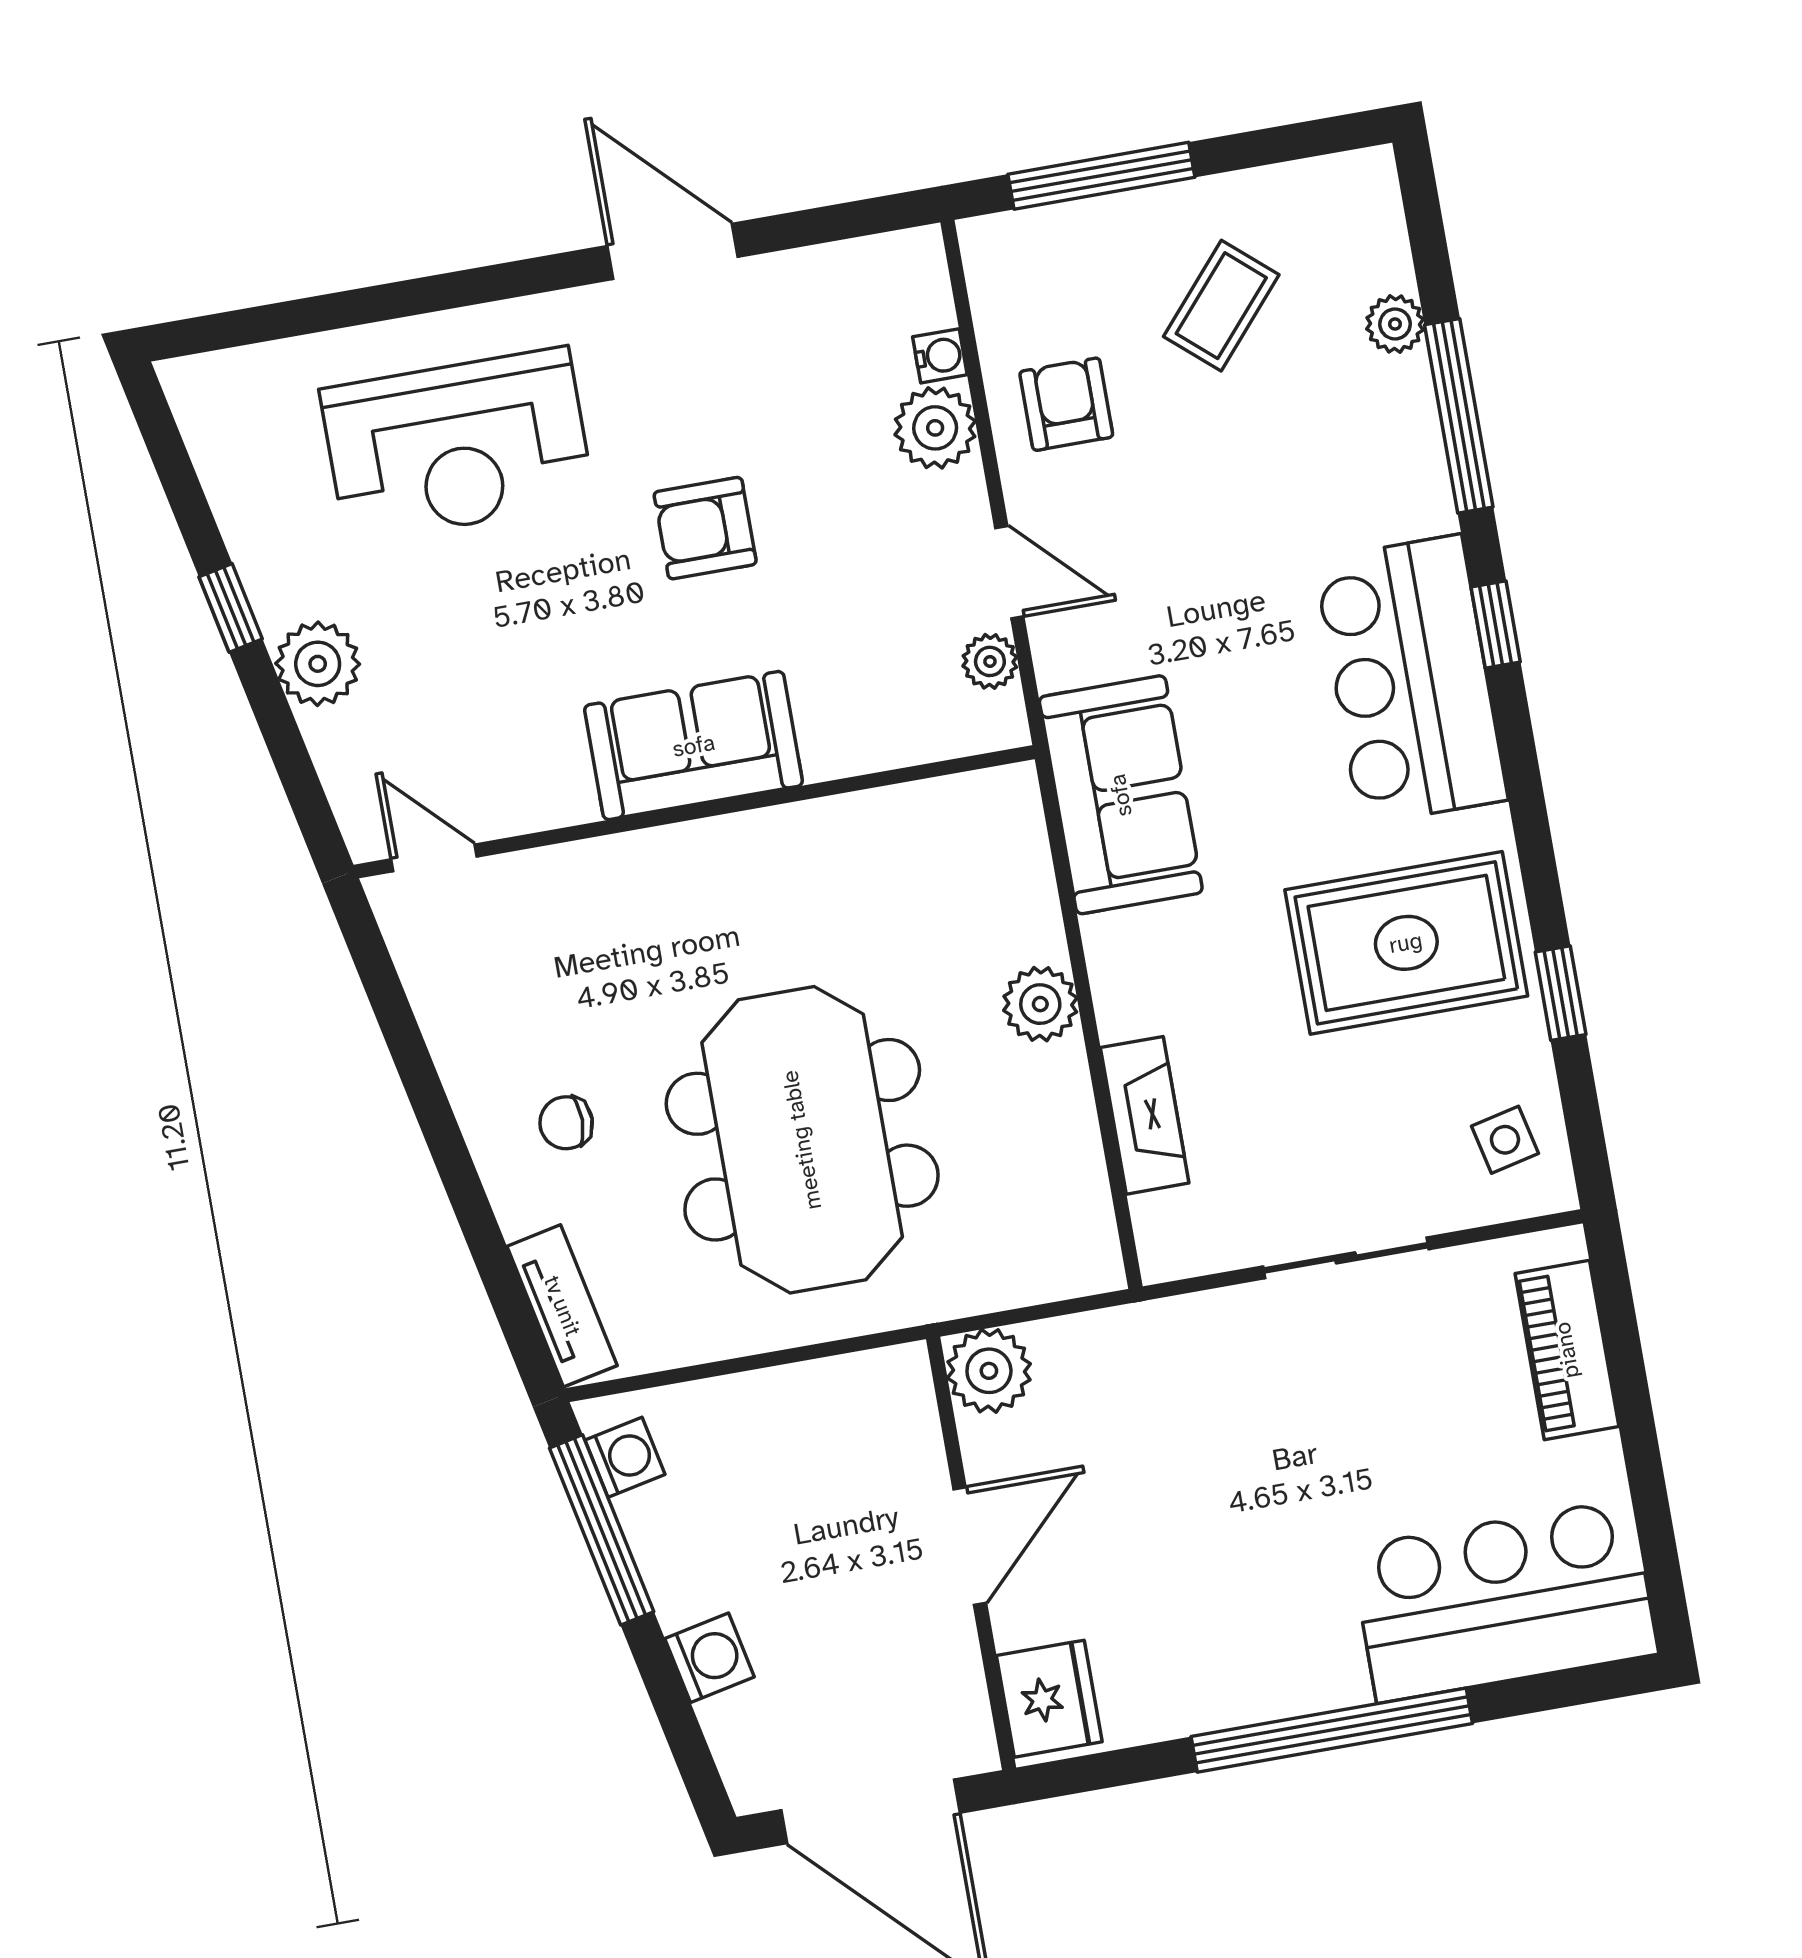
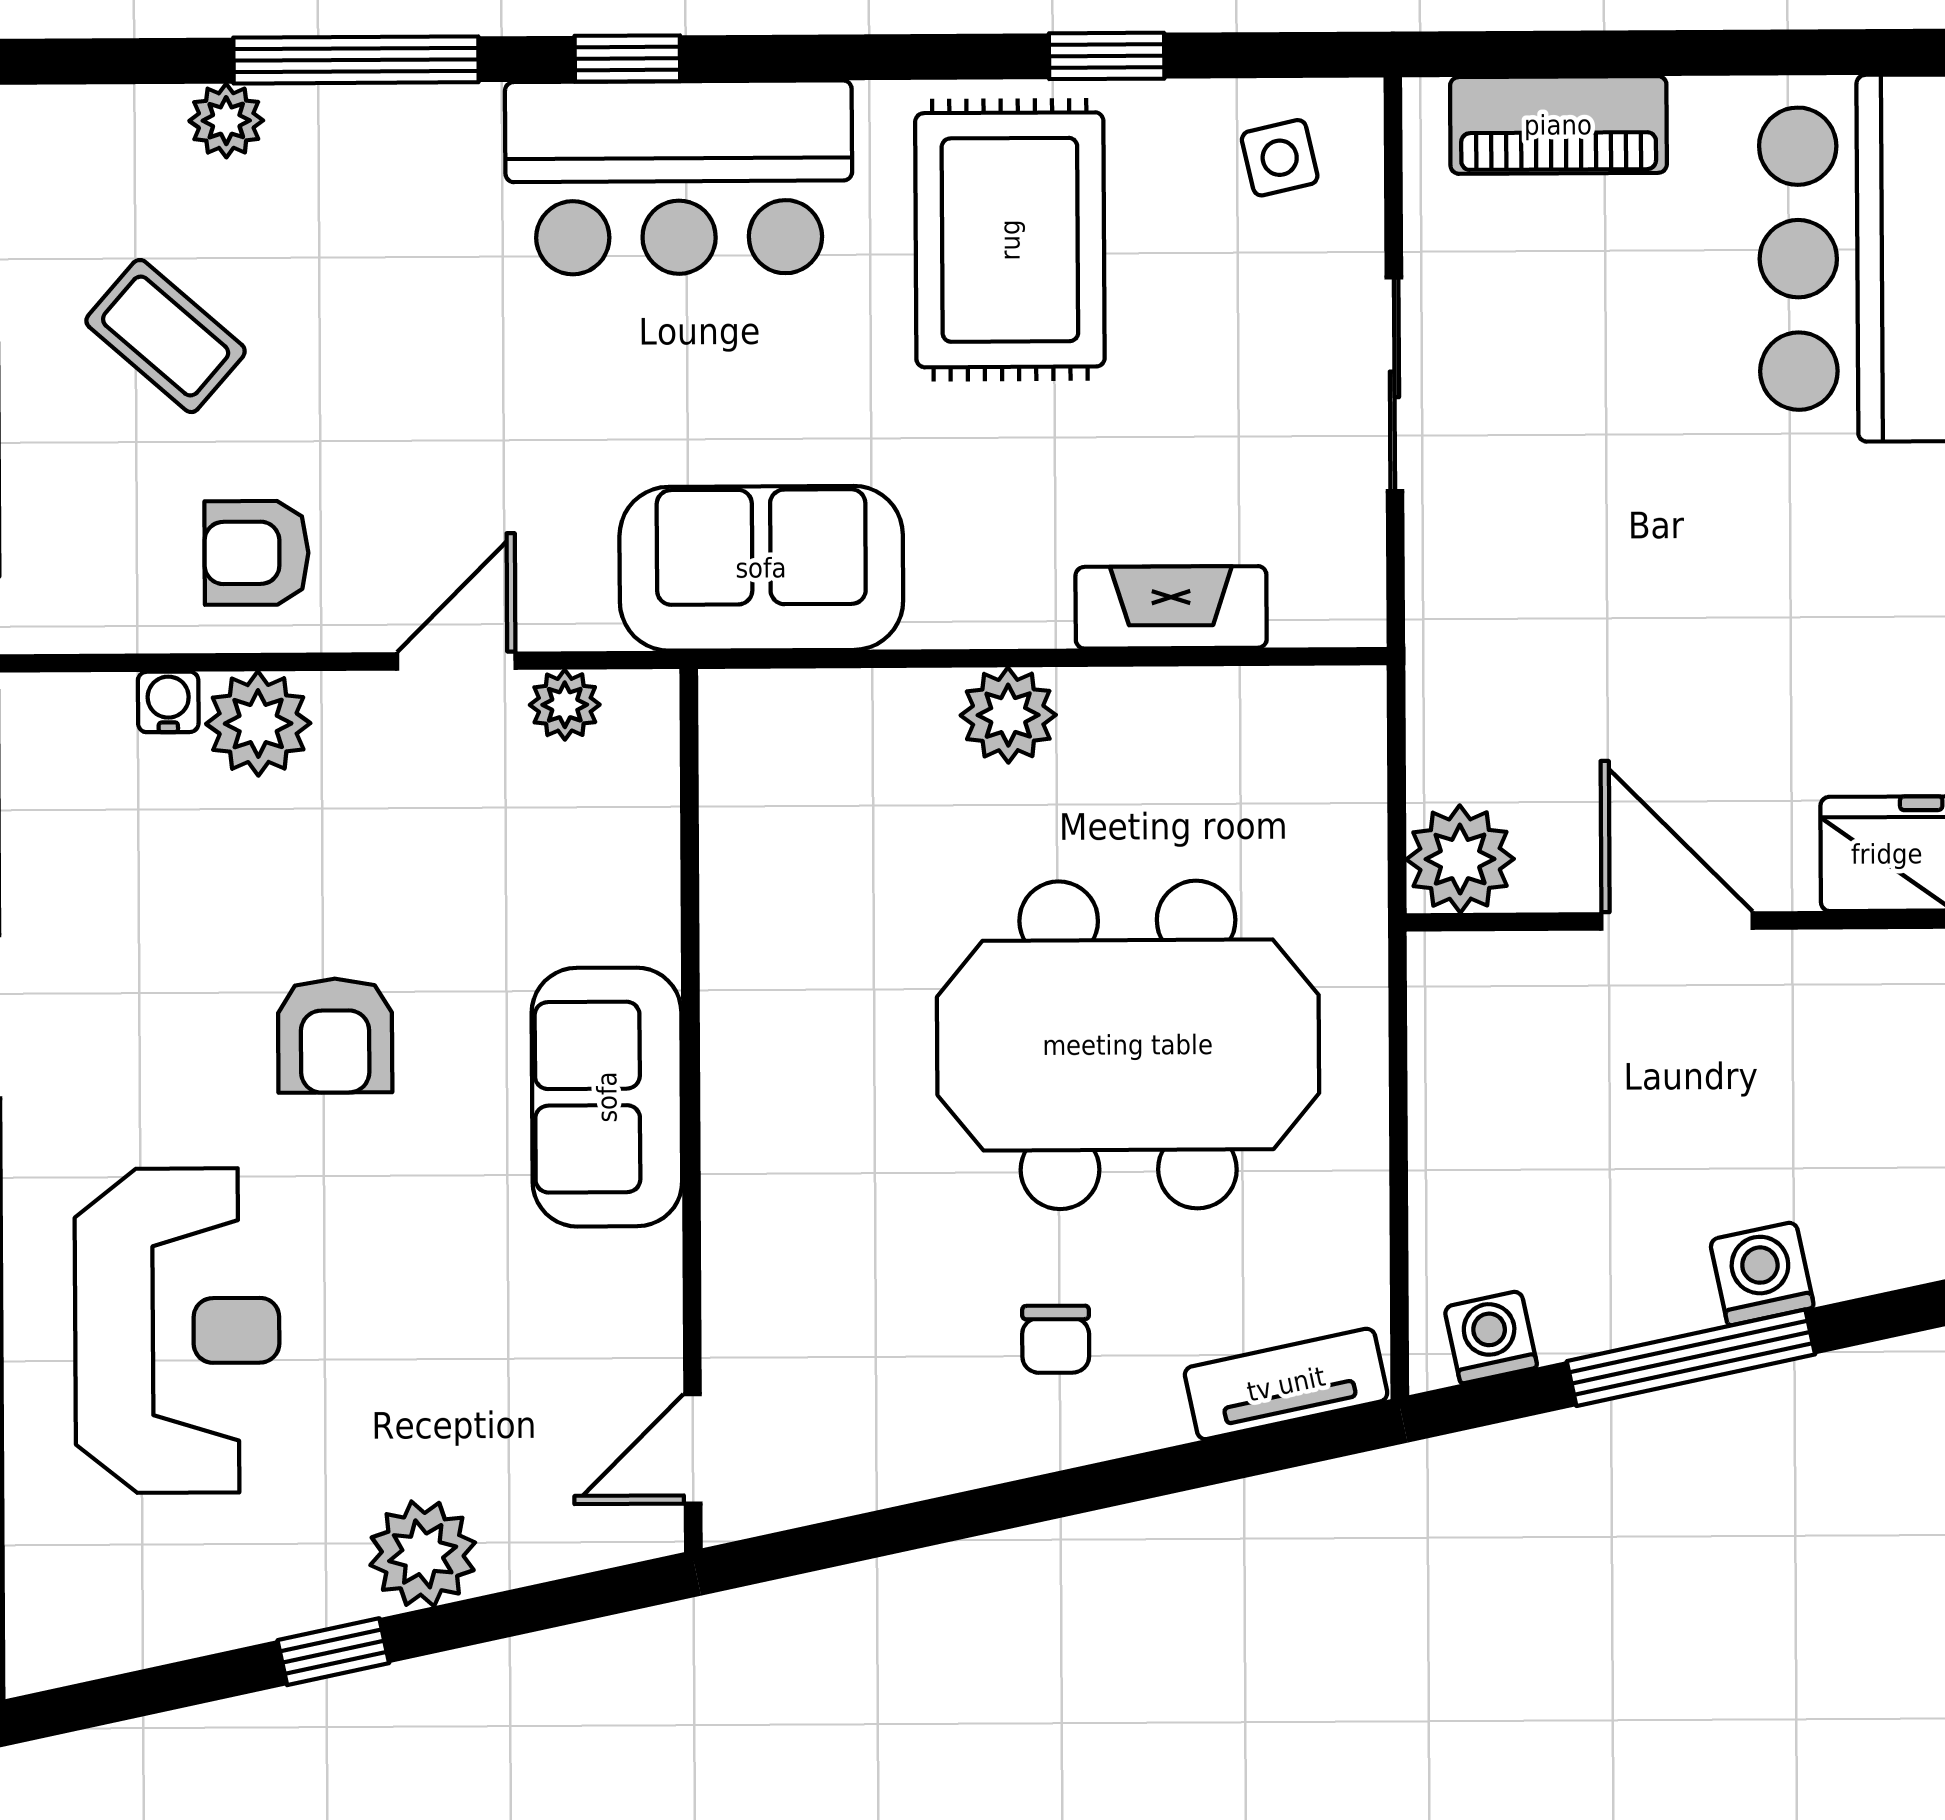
window: (602, 1530) -> (1691, 1358), moved

